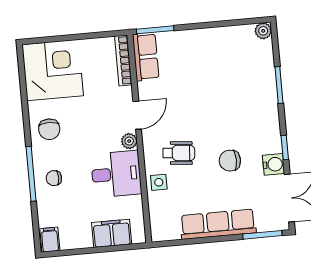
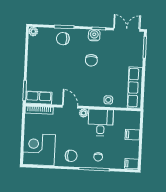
chair: (258, 86) -> (63, 39), added
wheelchair: (179, 153) -> (94, 87), removed
chair: (230, 161) -> (91, 60), moved
water cooler: (273, 164) -> (94, 35), moved
row of seats: (218, 224) -> (135, 88), moved
filing cabinet: (112, 233) -> (132, 135), width x0.50

